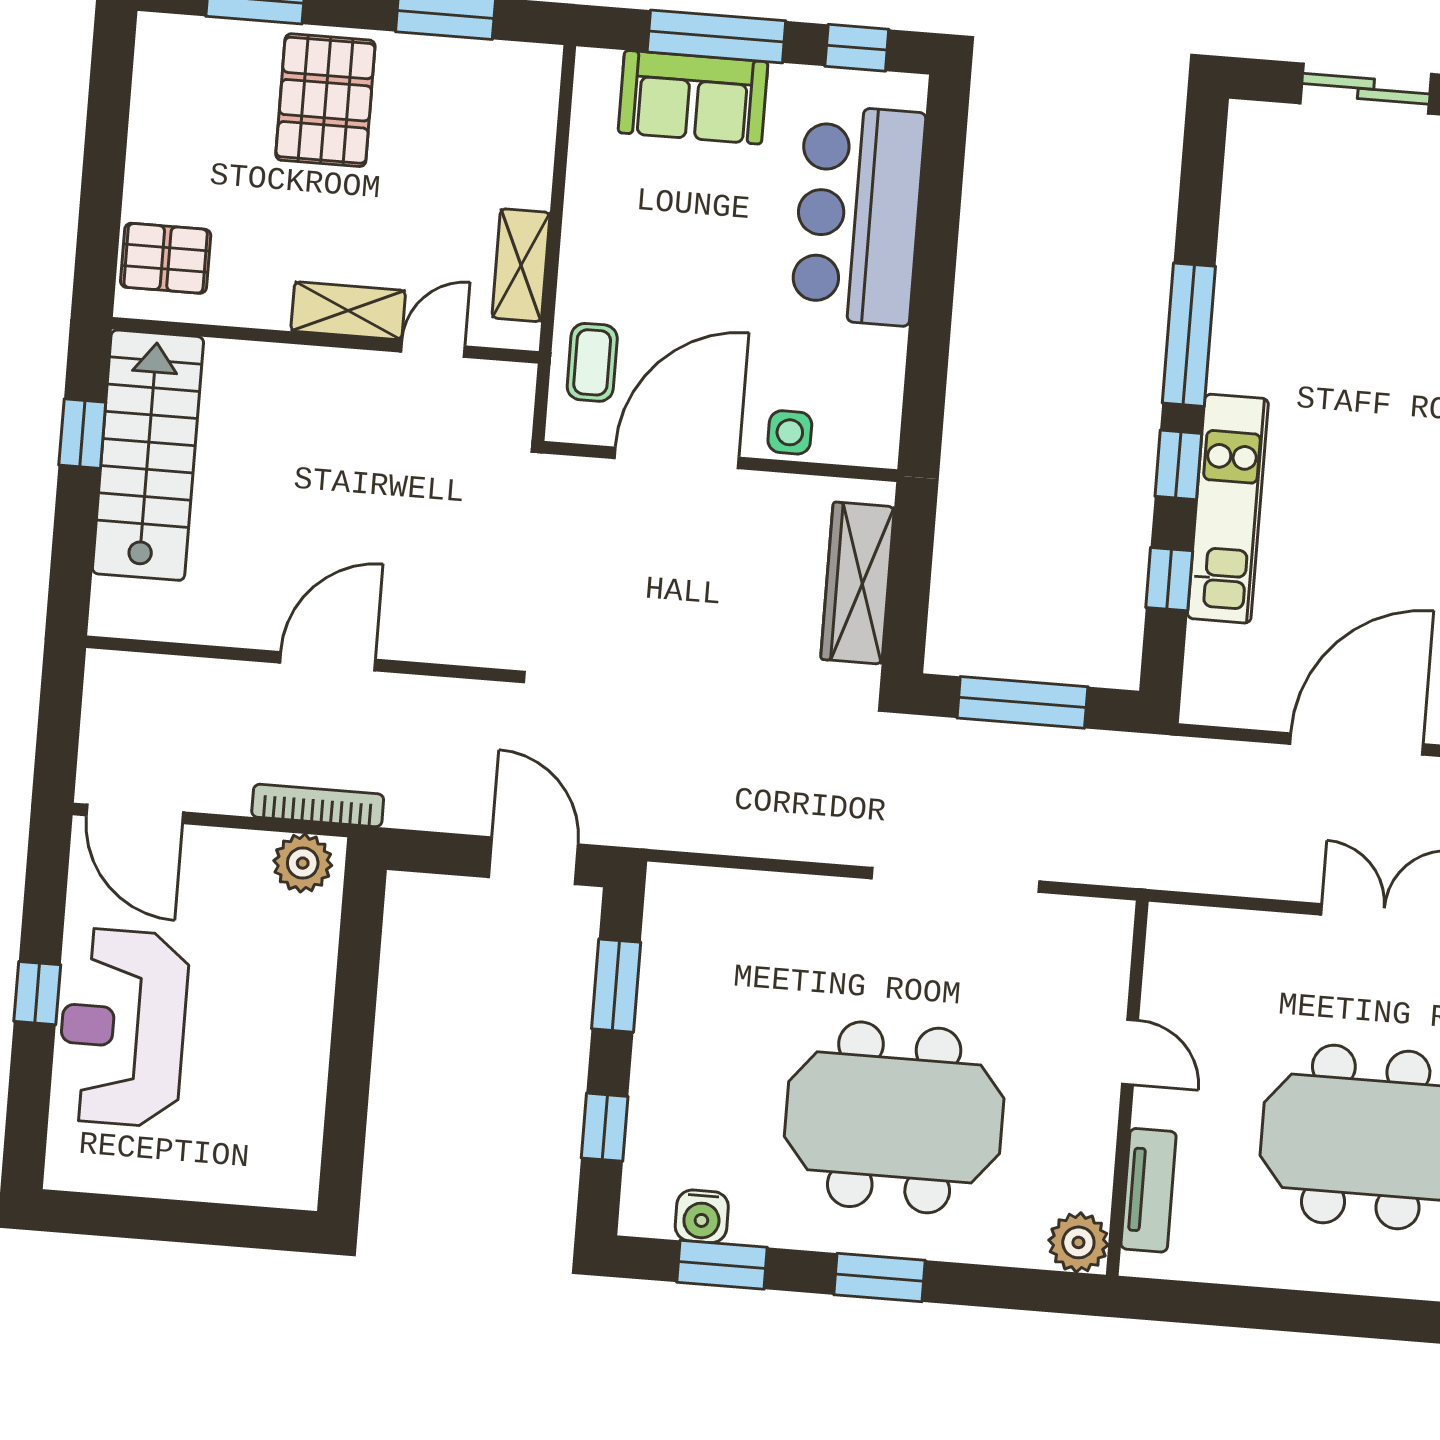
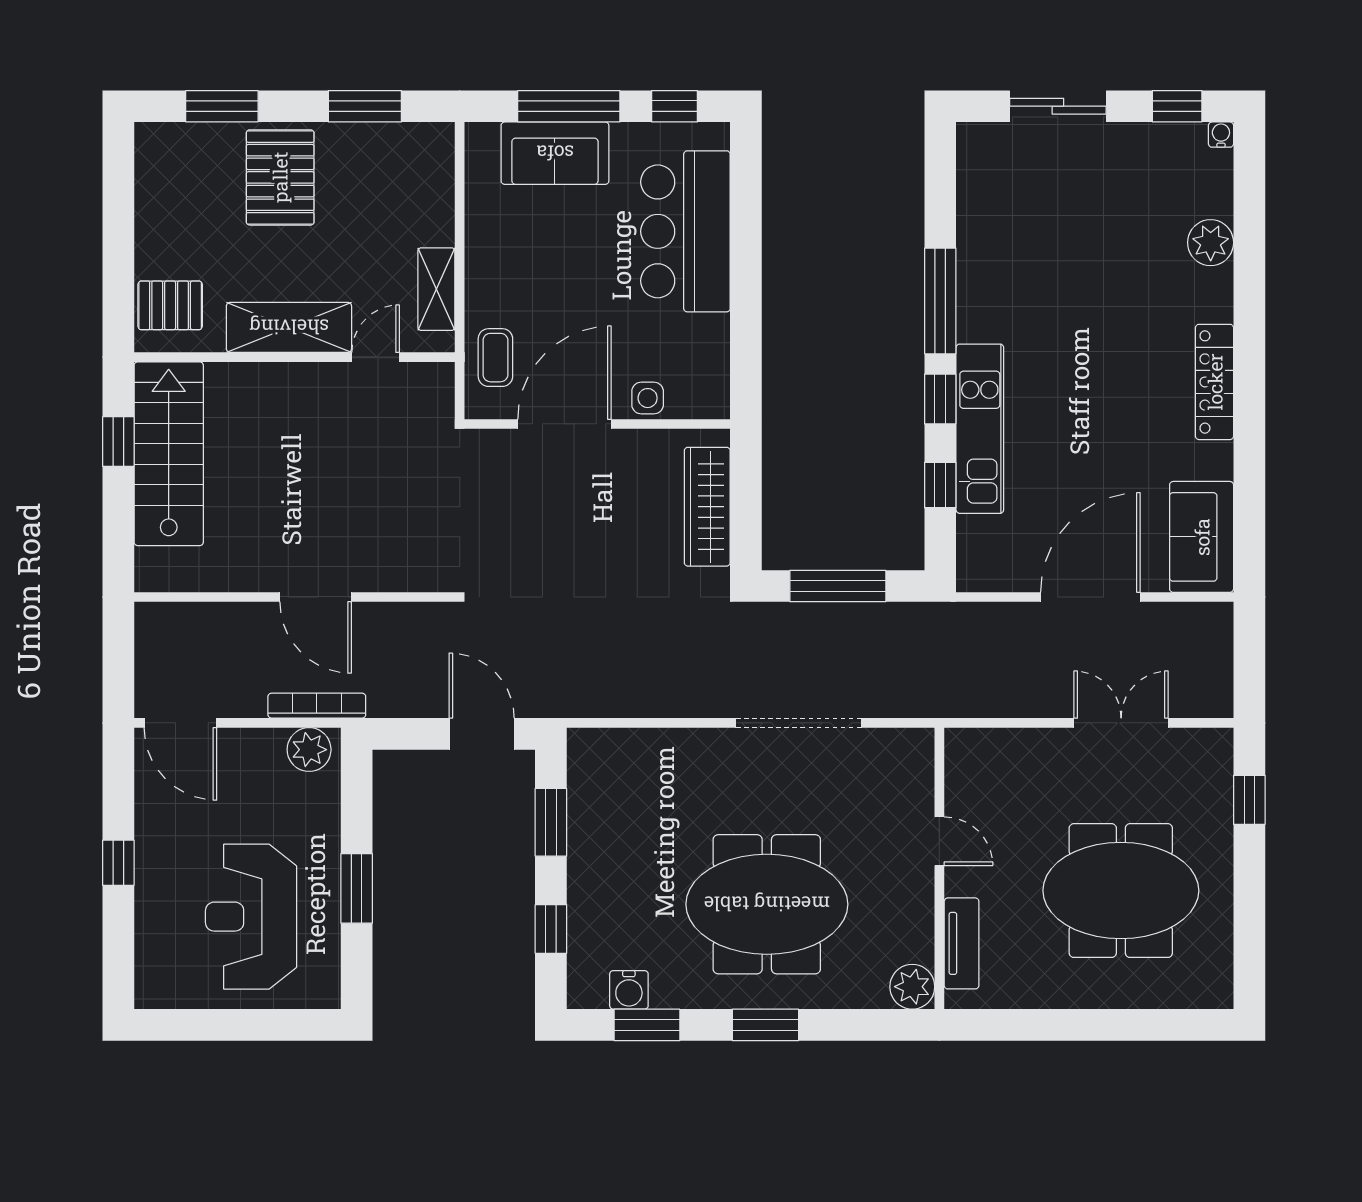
shelving: (348, 311) -> (289, 327), width x1.50, depth x1.33
door: (328, 661) -> (316, 597), swing flipped
reception desk: (123, 1028) -> (251, 917), moved
window: (351, 1053) -> (357, 888), added

